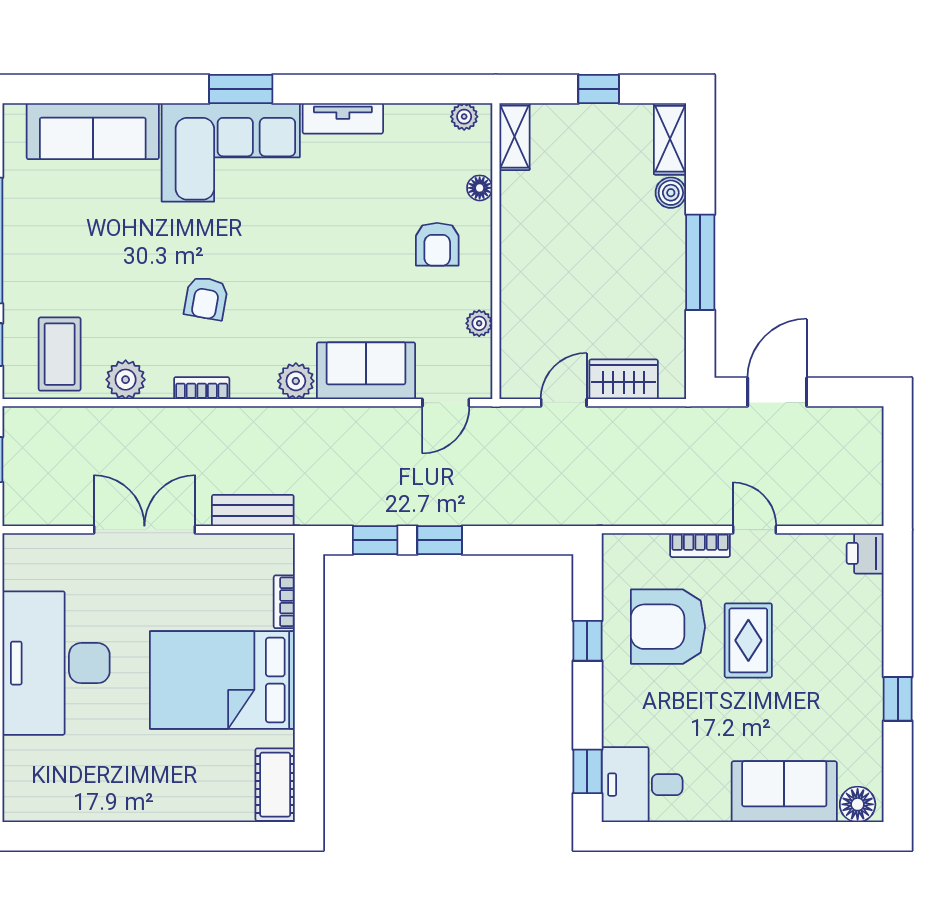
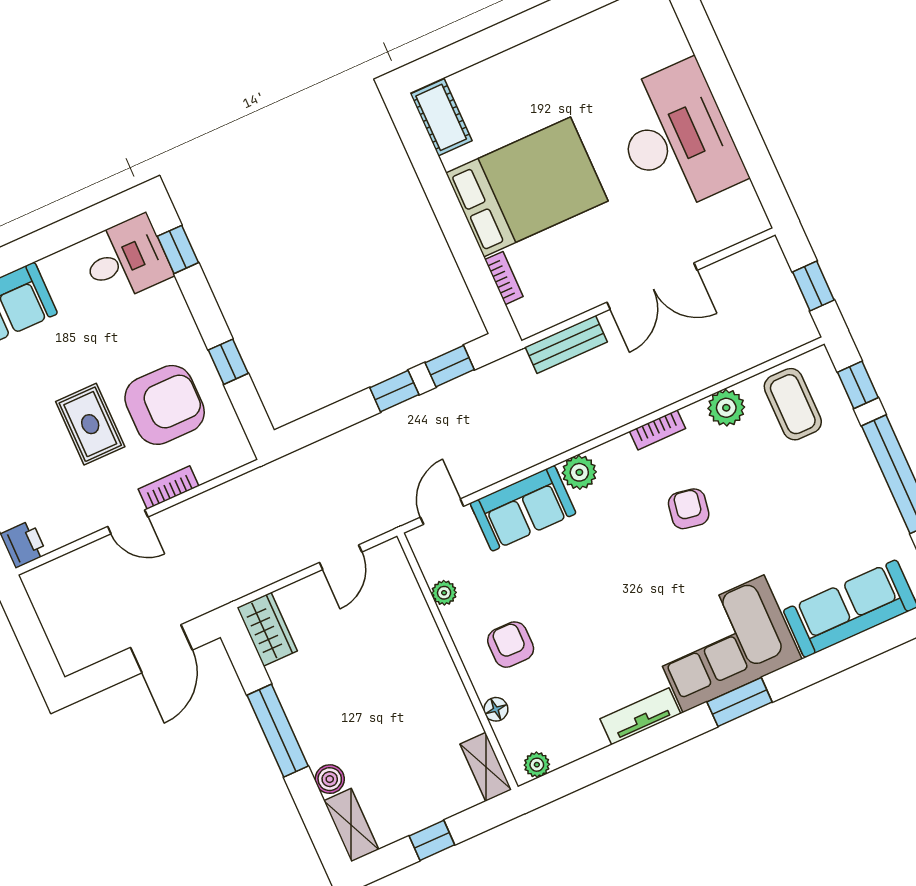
wardrobe: (624, 379) -> (267, 629), moved, turned -90

